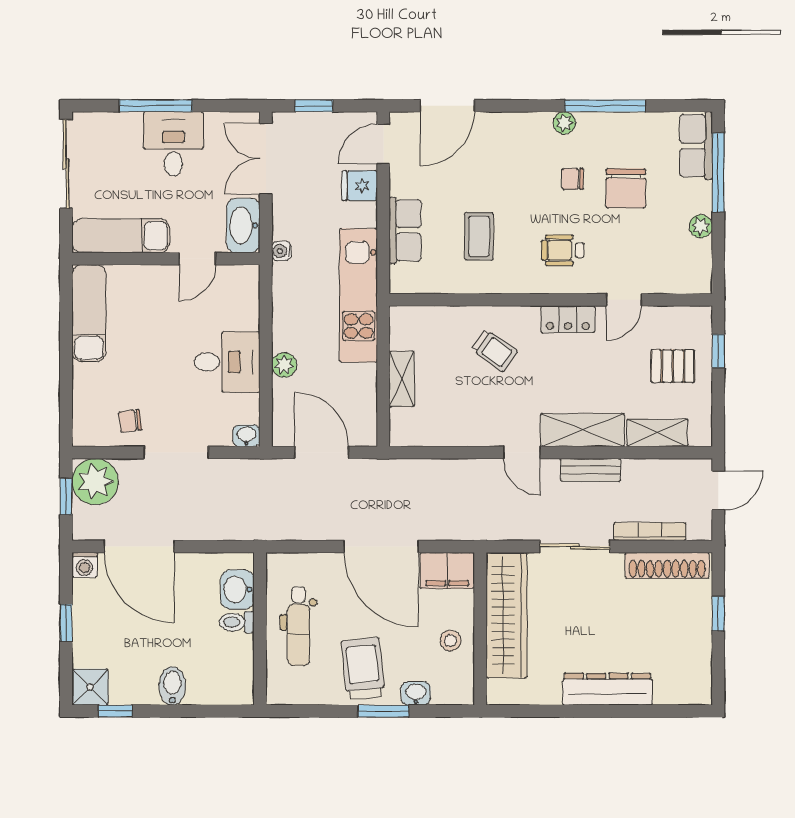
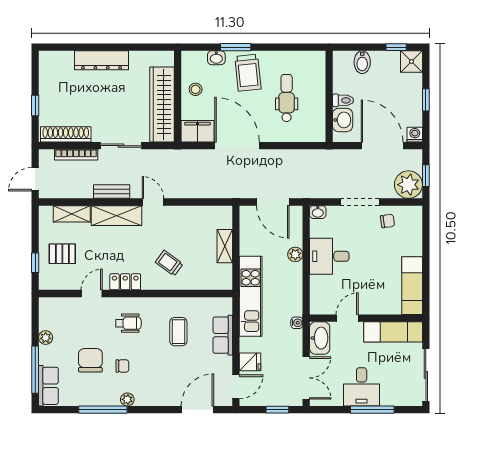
washbasin: (237, 589) -> (343, 120), moved
toilet: (237, 622) -> (343, 100), moved
wall: (260, 629) -> (329, 96), moved

